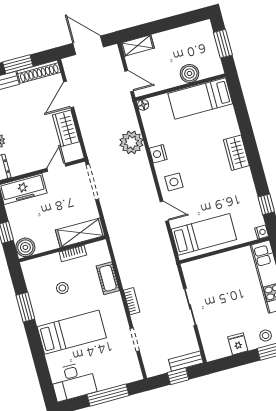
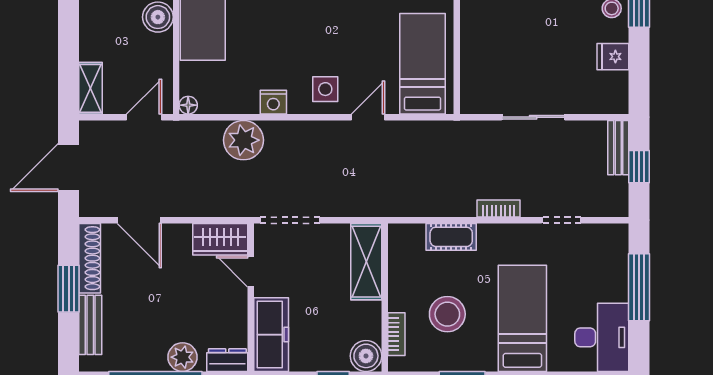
wardrobe: (66, 128) -> (220, 239), moved
bookcase: (73, 253) -> (396, 334), moved
stool: (62, 288) -> (447, 314), width x1.89, depth x1.89

